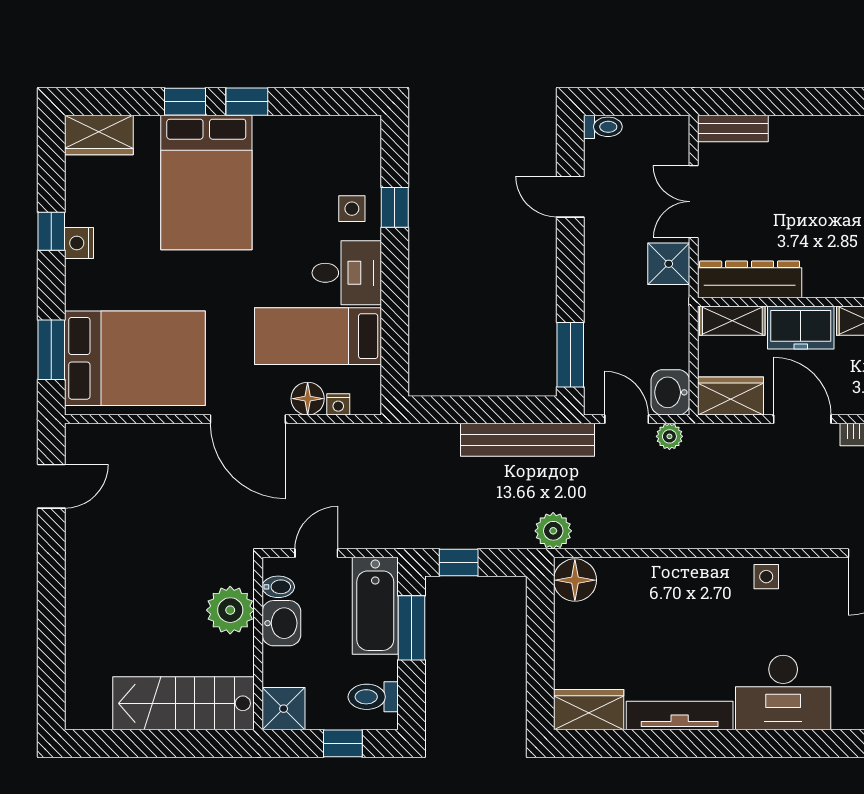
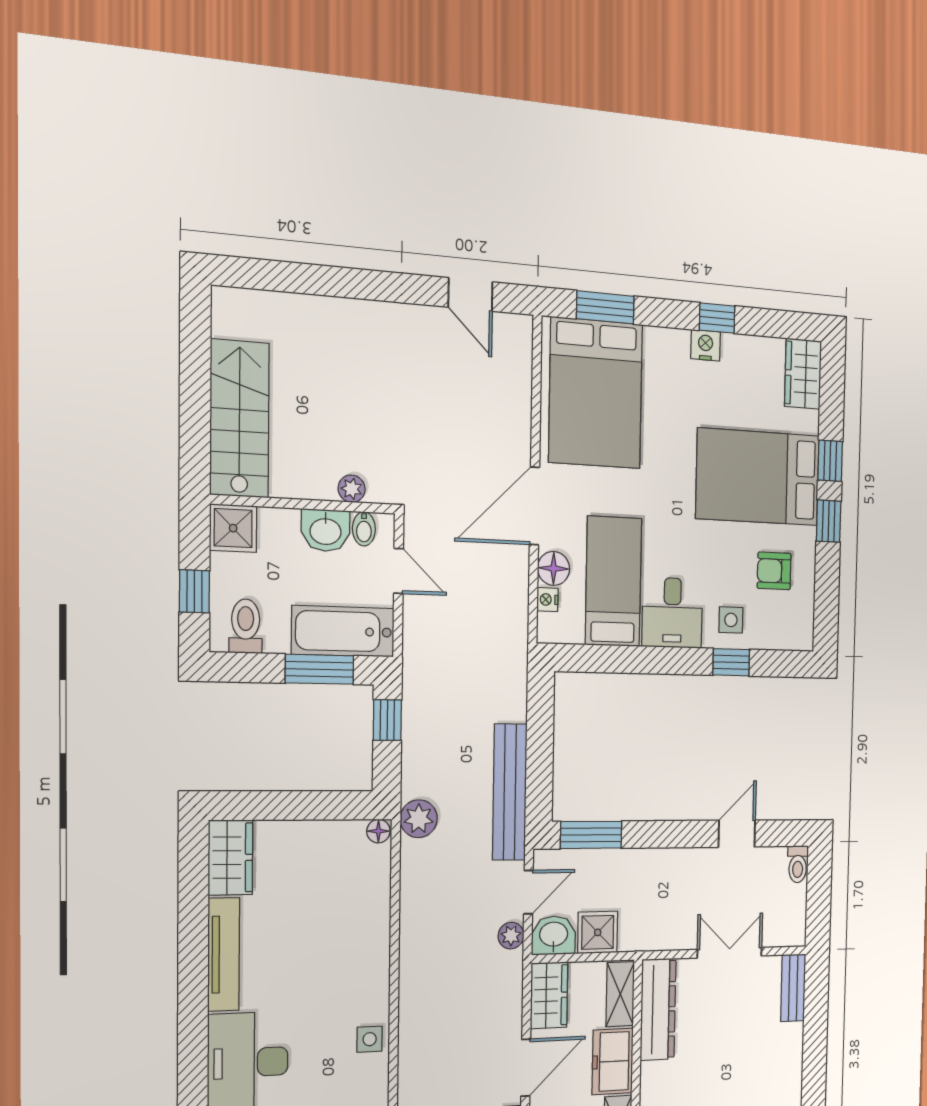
armchair: (300, 162) -> (774, 571), added
shower: (669, 264) -> (598, 932), moved
floor lamp: (575, 580) -> (378, 831), width x0.53, depth x0.53
plant: (230, 610) -> (352, 489), width x0.53, depth x0.53

